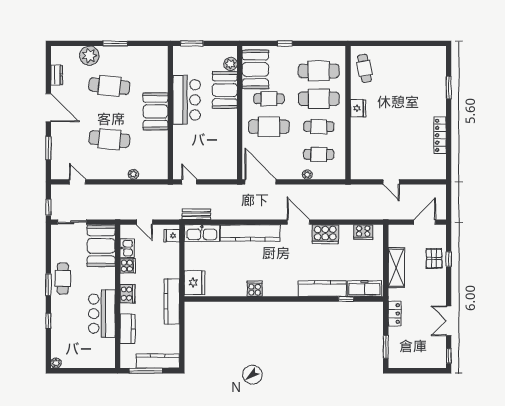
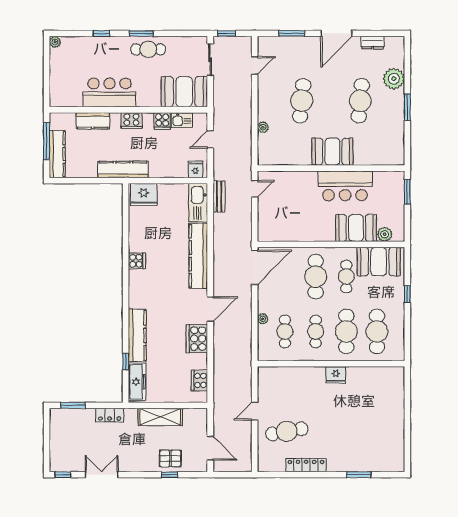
cafe table: (364, 68) -> (287, 431), moved, width x1.37, depth x1.35

